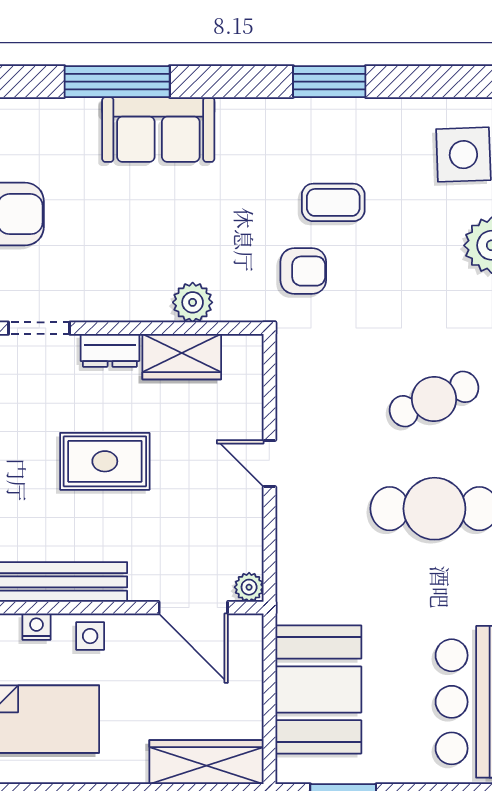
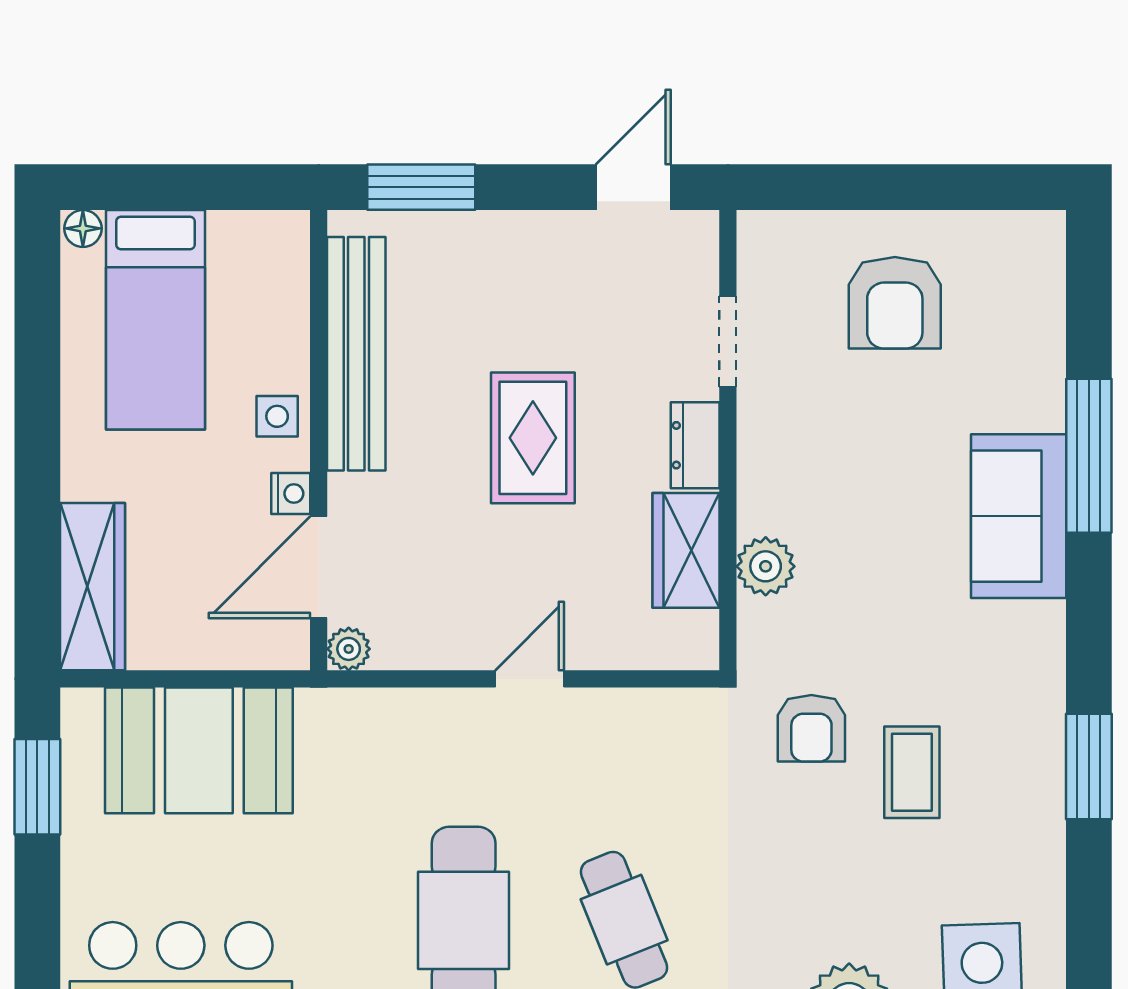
nightstand: (36, 627) -> (291, 494), moved

